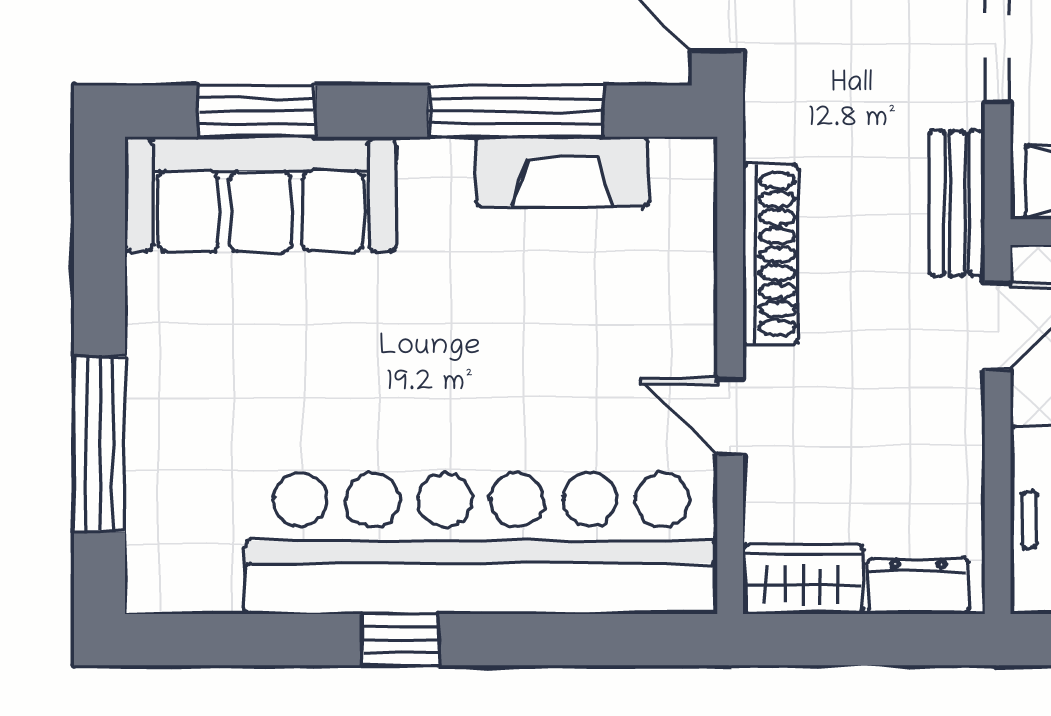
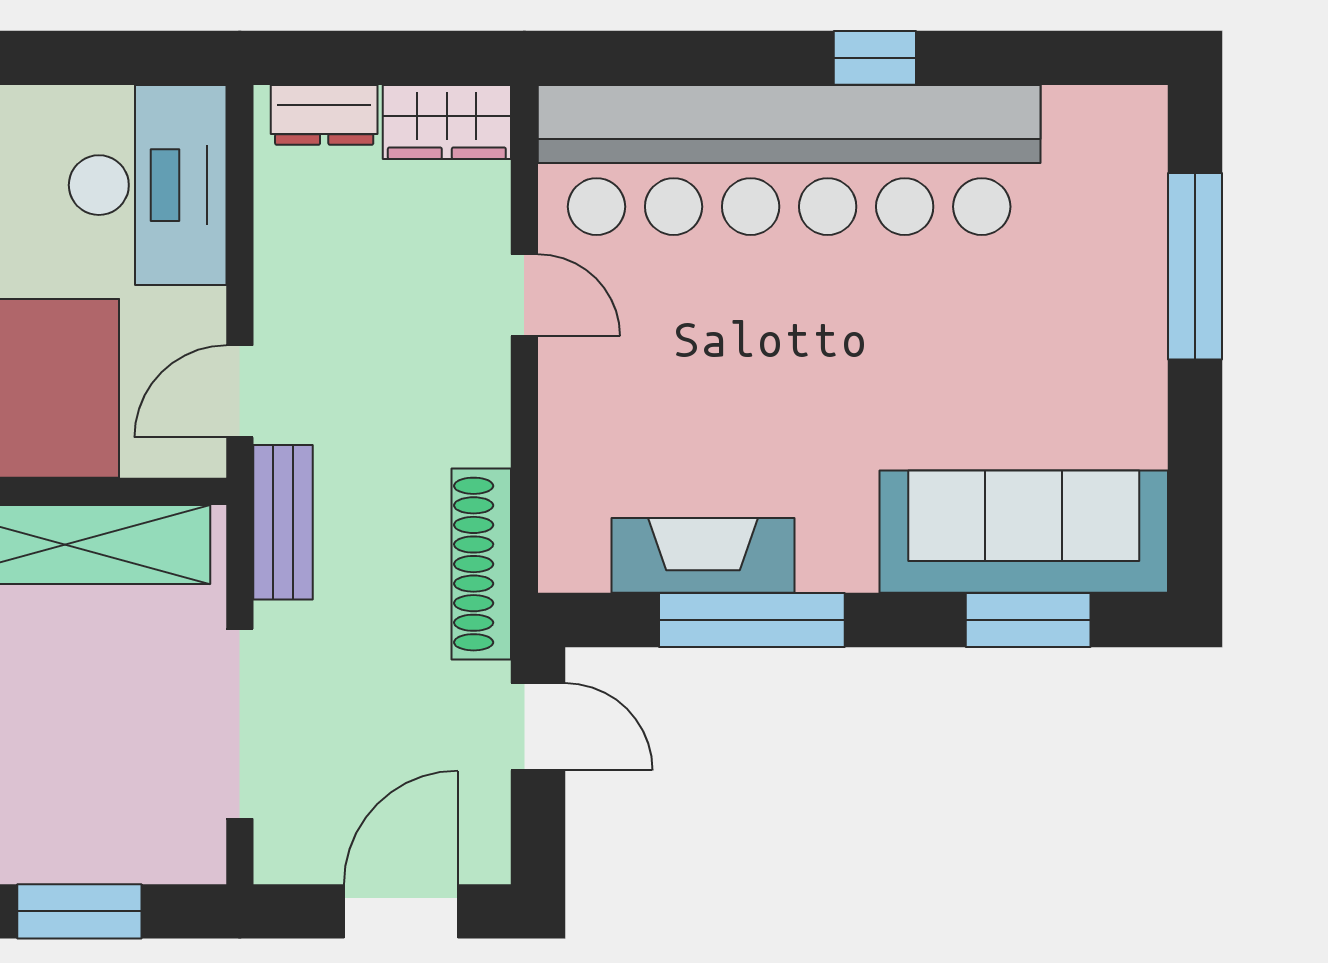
shoe rack: (771, 254) -> (481, 564), moved

